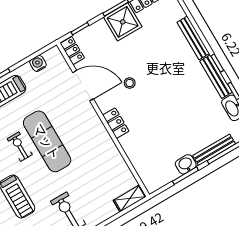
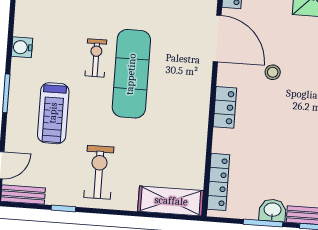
locker: (142, 170) -> (218, 182), added
shelving: (130, 198) -> (171, 201), width x1.50, depth x1.33

